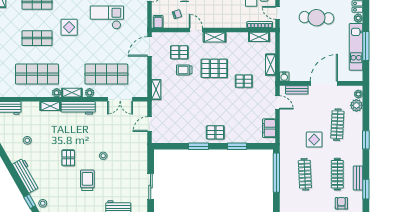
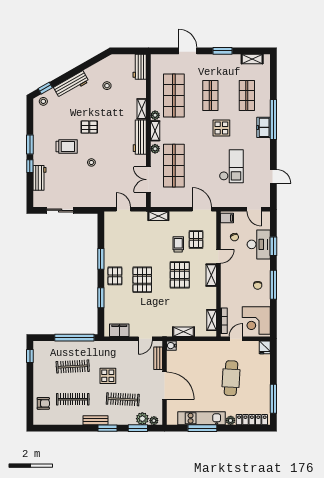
pallet: (244, 81) -> (142, 280), moved, width x1.50, depth x1.42
bench: (358, 178) -> (95, 420), moved
window: (366, 189) -> (138, 428), moved

